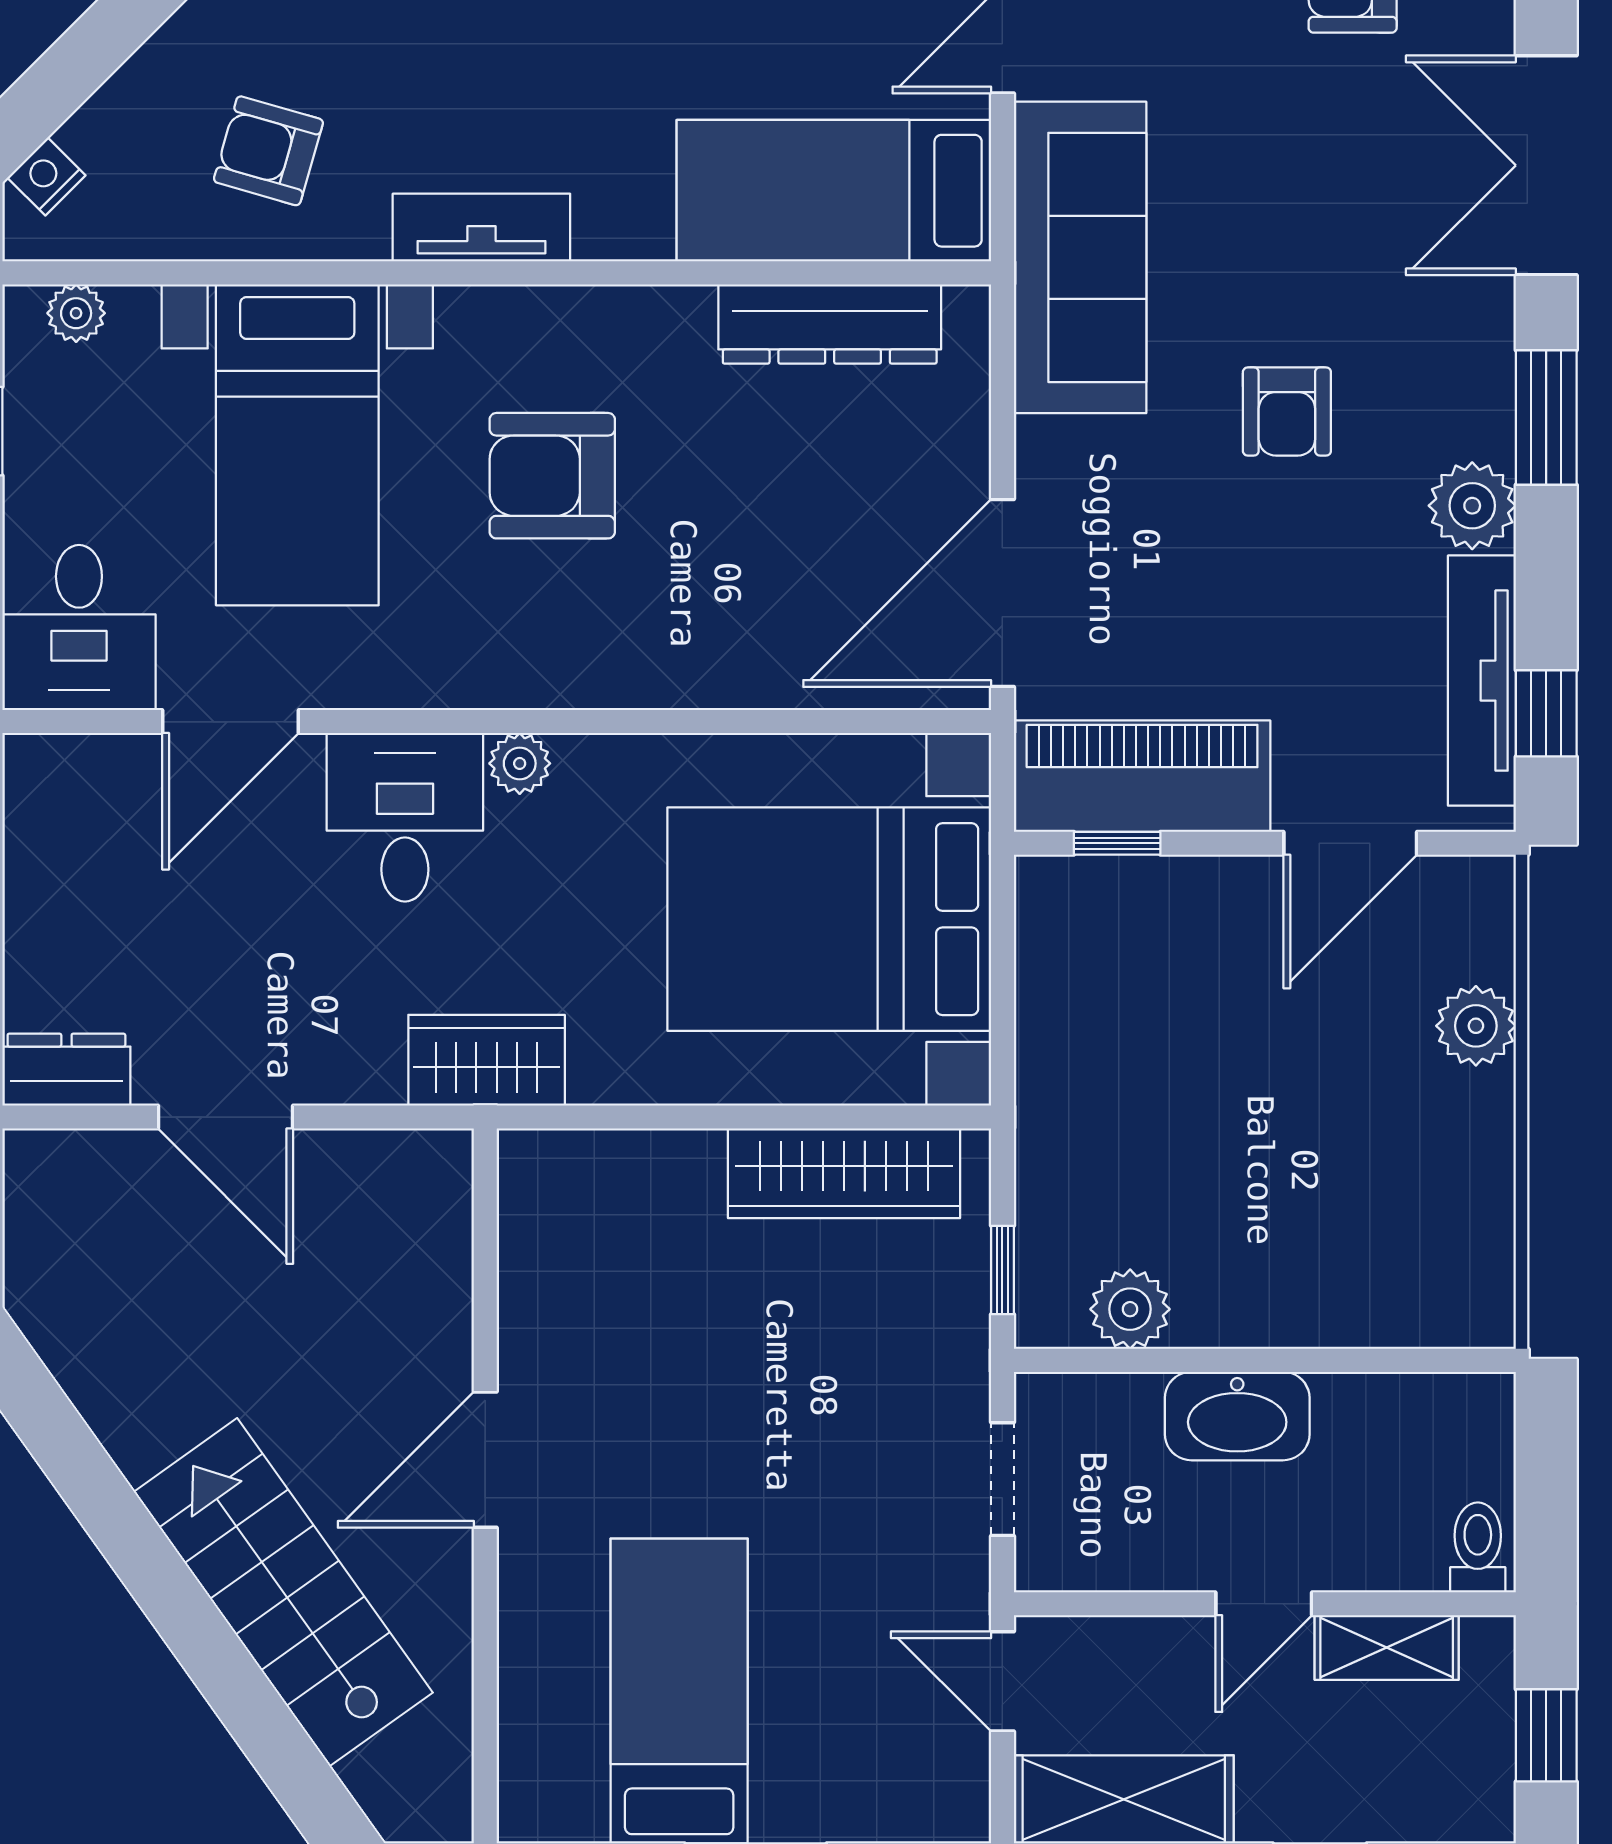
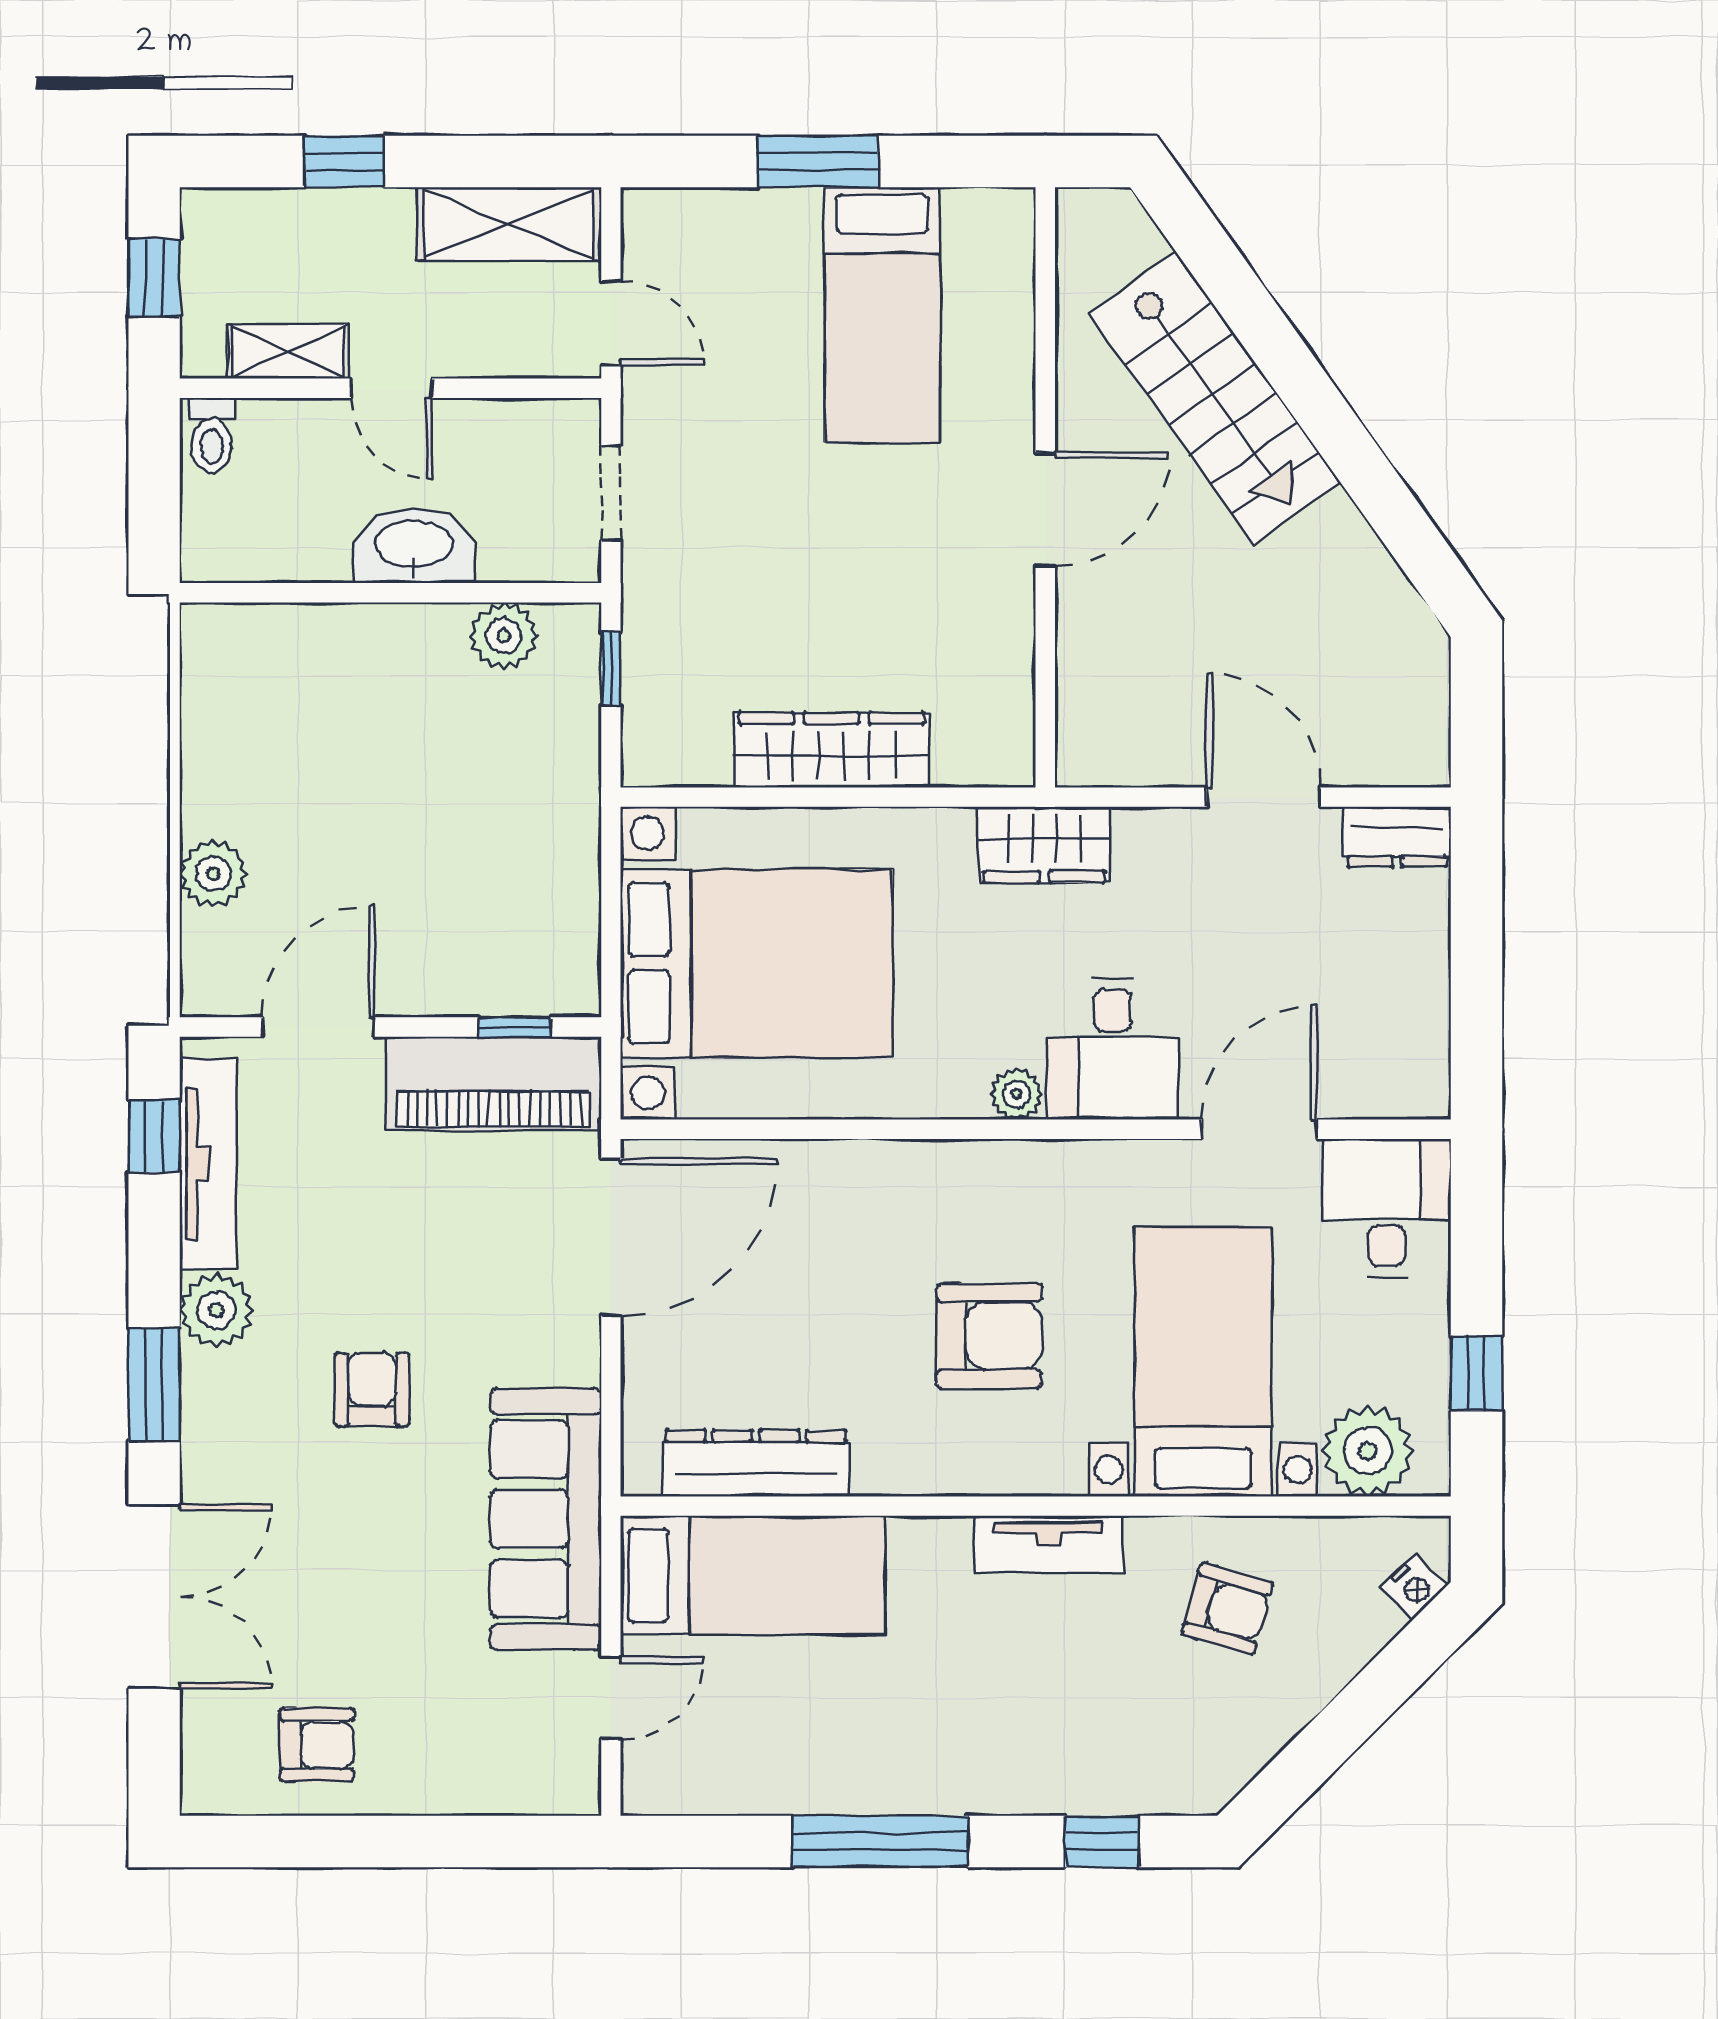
plant: (76, 313) -> (1368, 1451), width x1.88, depth x1.88
wardrobe: (844, 1173) -> (831, 750), moved
door: (1264, 1604) -> (391, 388), swing flipped

